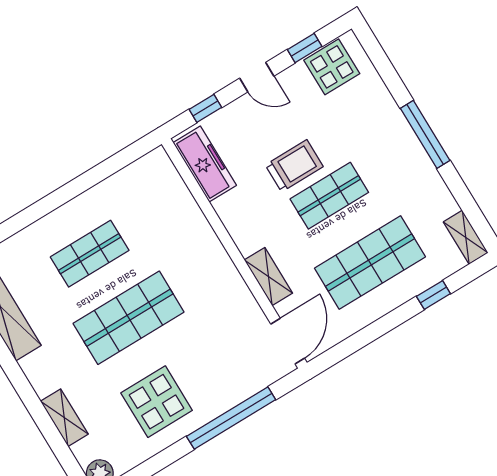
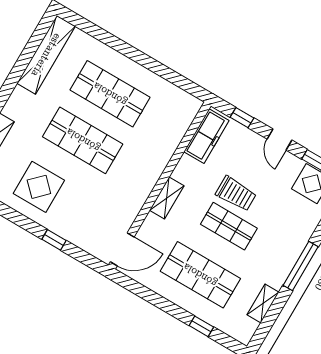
shelving: (466, 237) -> (263, 304), moved
shop shelf: (90, 254) -> (110, 94), width x1.43, depth x1.36
shelving: (268, 277) -> (167, 198), moved
window: (231, 418) -> (54, 240), width x0.32

